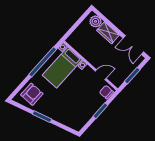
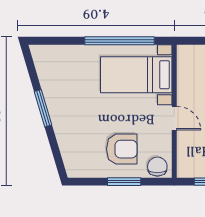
door: (101, 75) -> (174, 118), moved
armchair: (32, 94) -> (122, 149), moved

